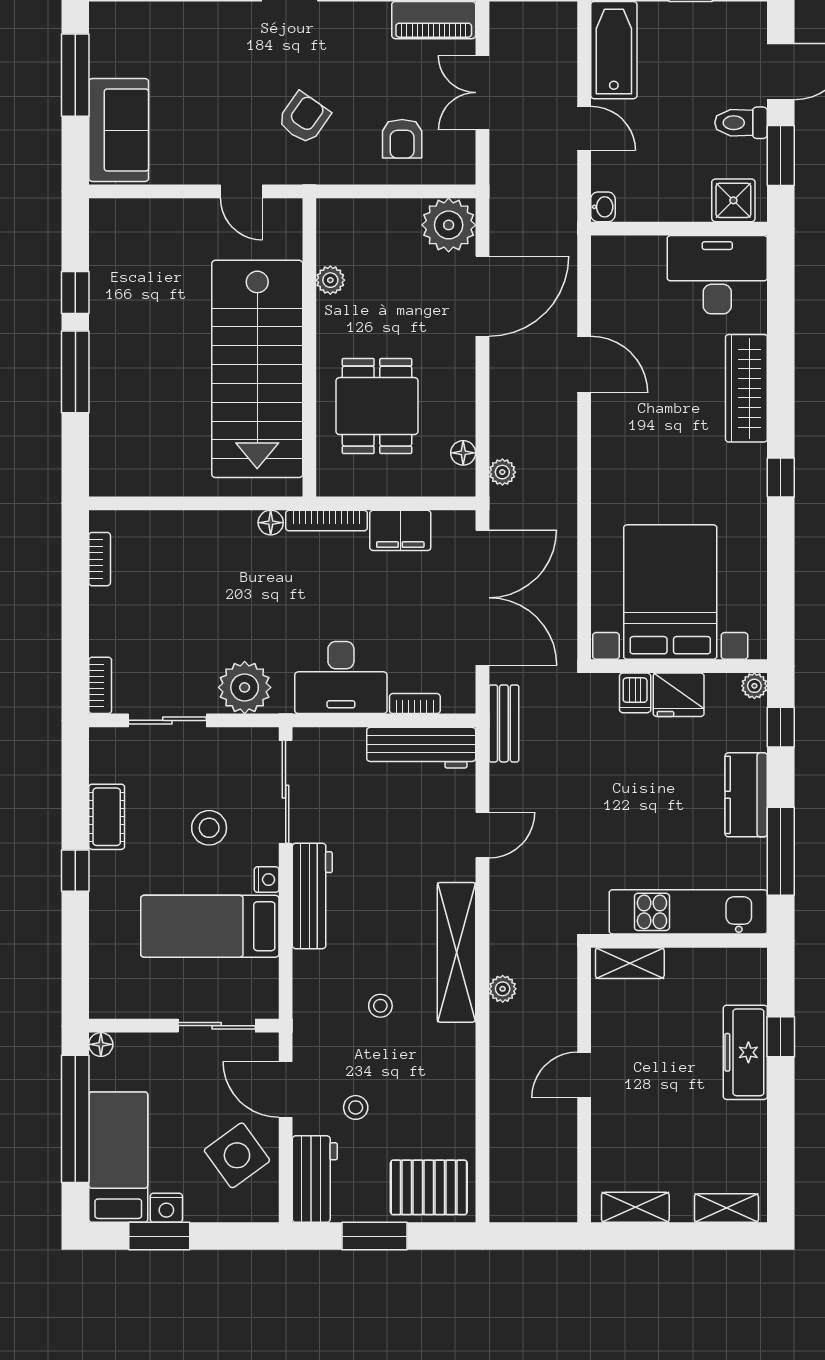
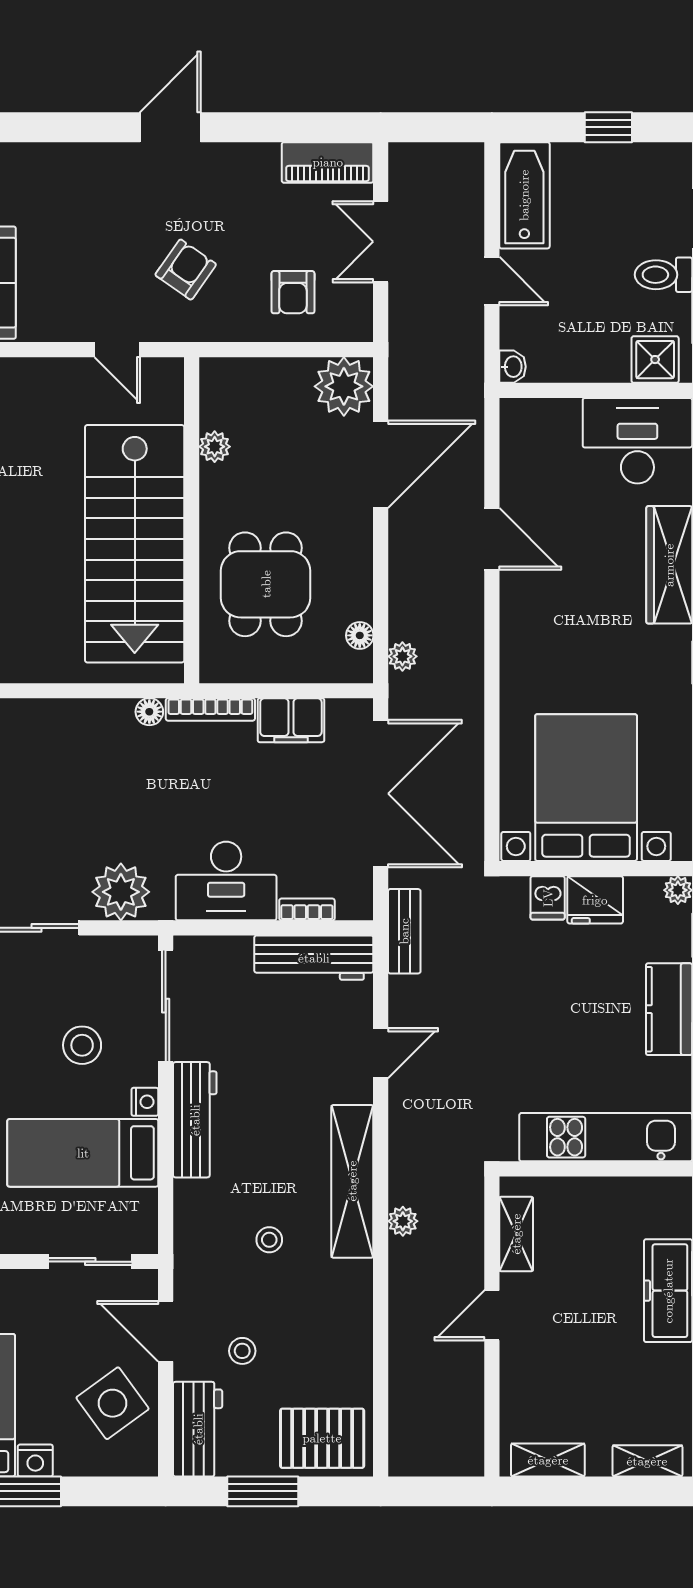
shelving: (630, 963) -> (516, 1234), moved, turned 90

